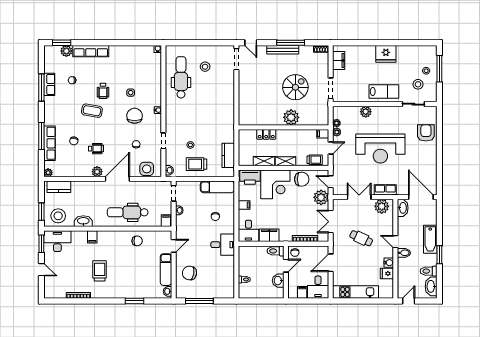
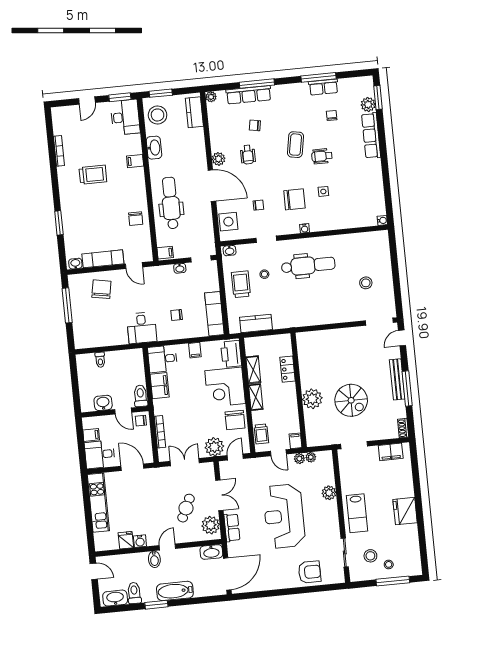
dental chair: (181, 77) -> (308, 265), moved
cafe table: (361, 238) -> (186, 508), moved

